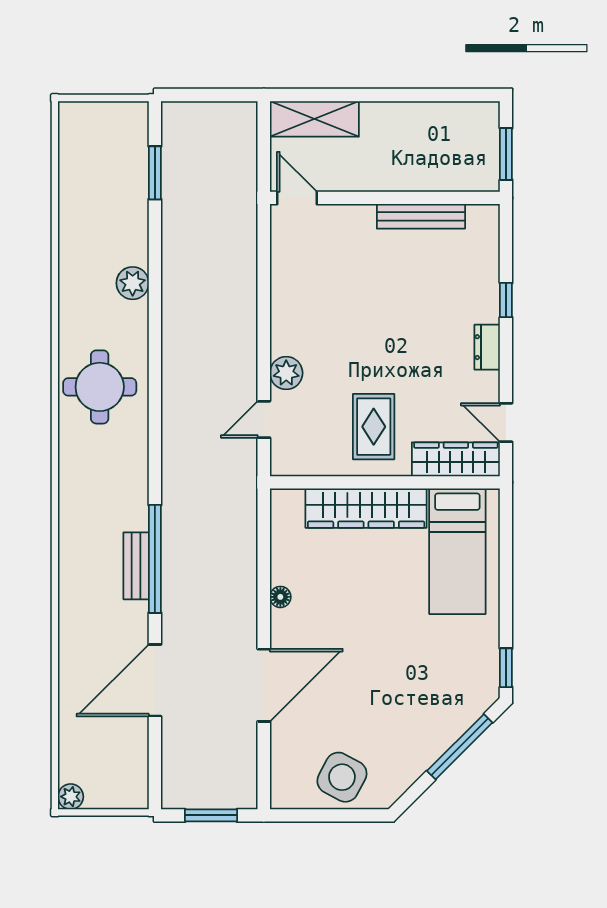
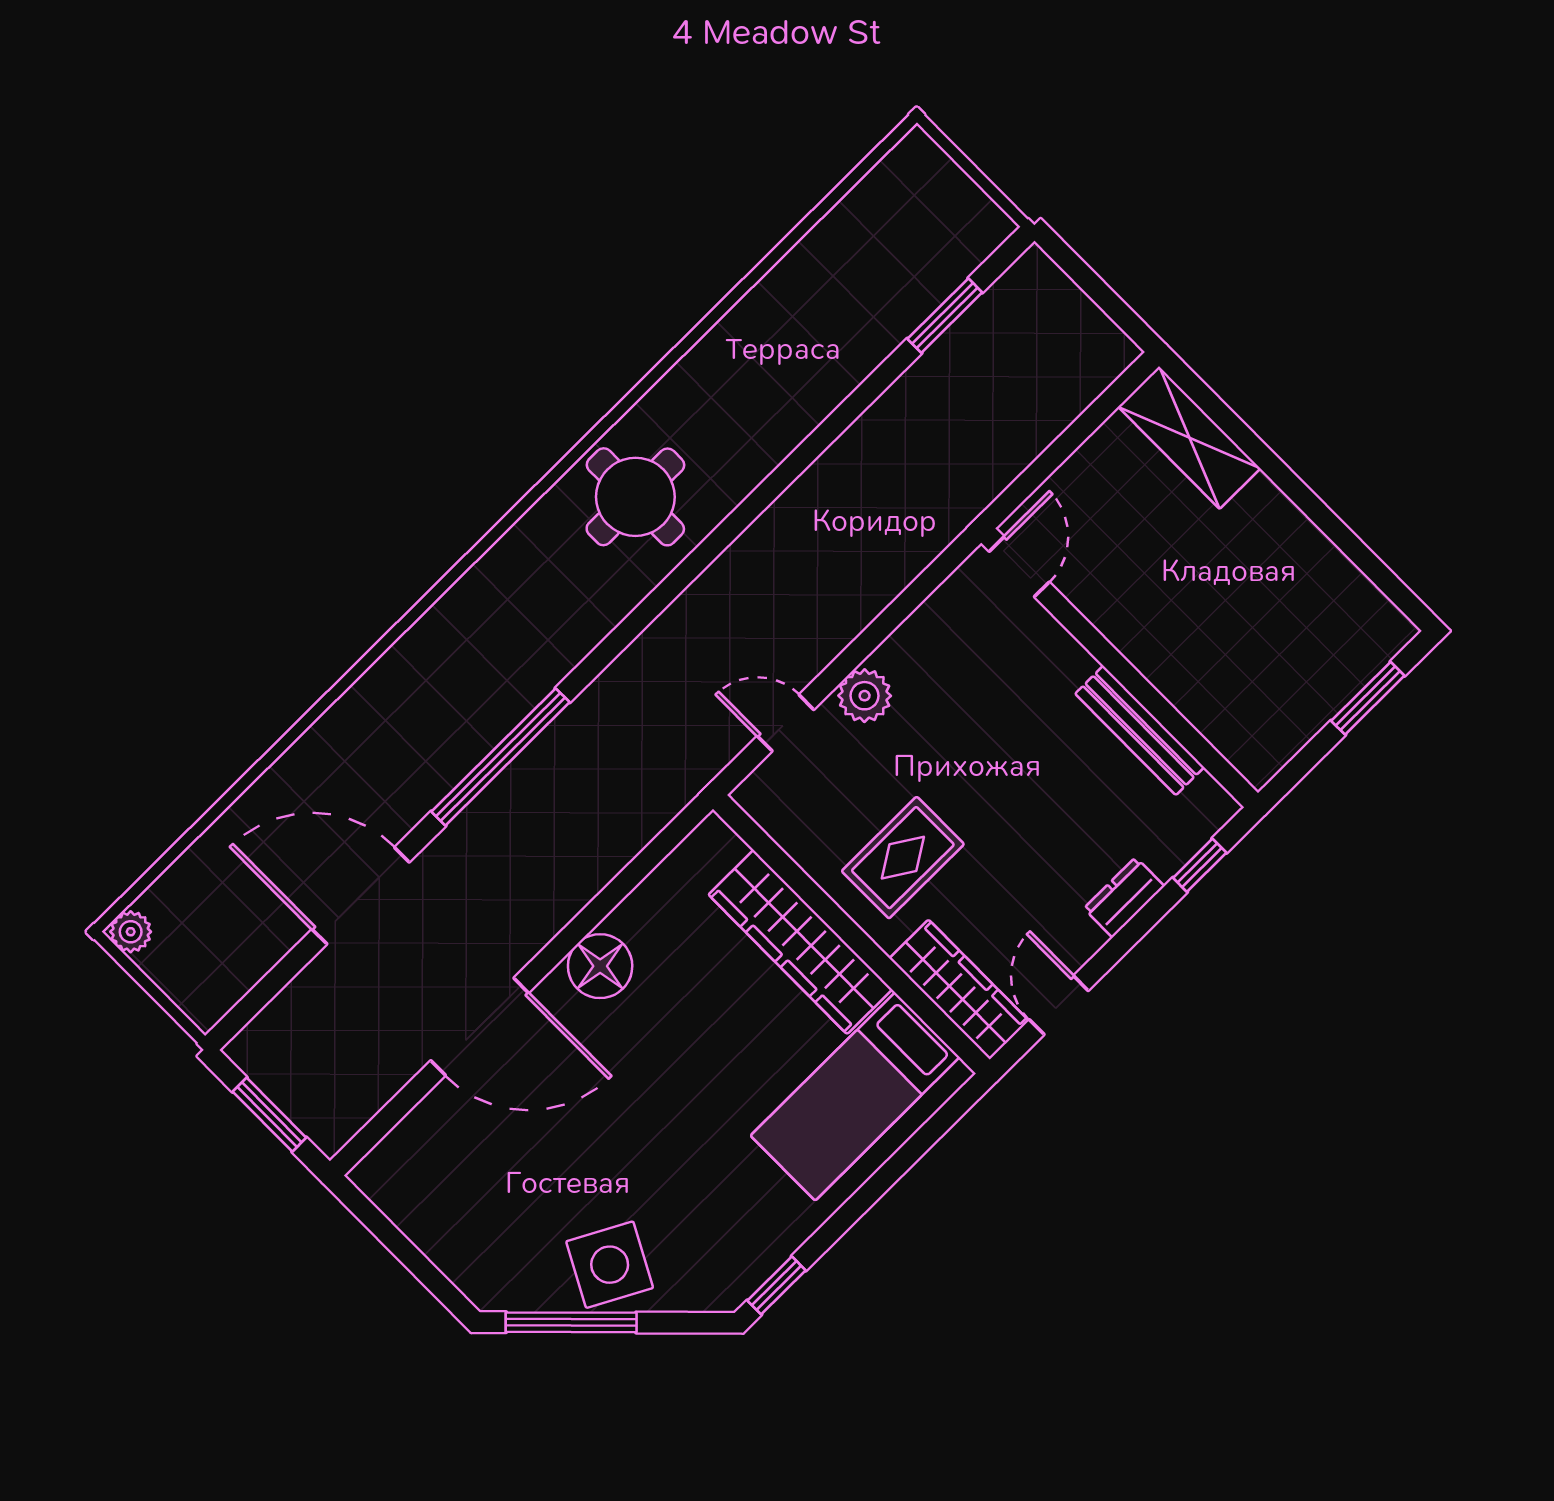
door: (297, 198) -> (1019, 567), moved
wall: (385, 198) -> (1120, 668), moved
bench: (421, 216) -> (1140, 730), moved
plant: (133, 283) -> (792, 416), removed
bench: (136, 566) -> (471, 743), removed
floor lamp: (280, 597) -> (600, 966), width x1.89, depth x1.89
window: (460, 747) -> (571, 1322), moved
side table: (342, 777) -> (610, 1265), moved

